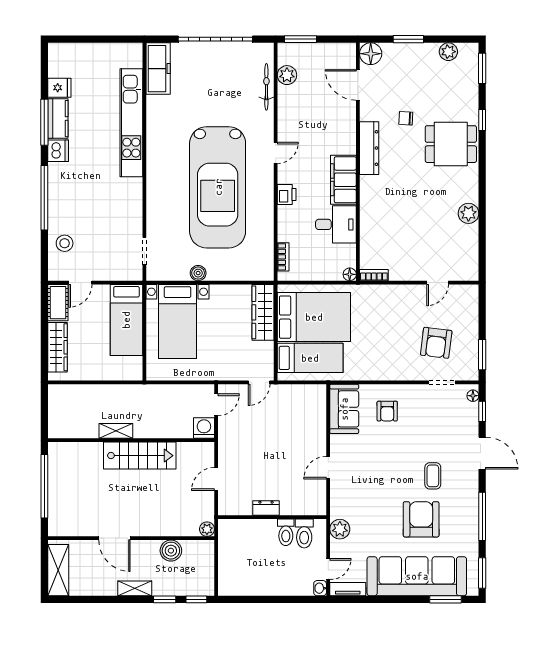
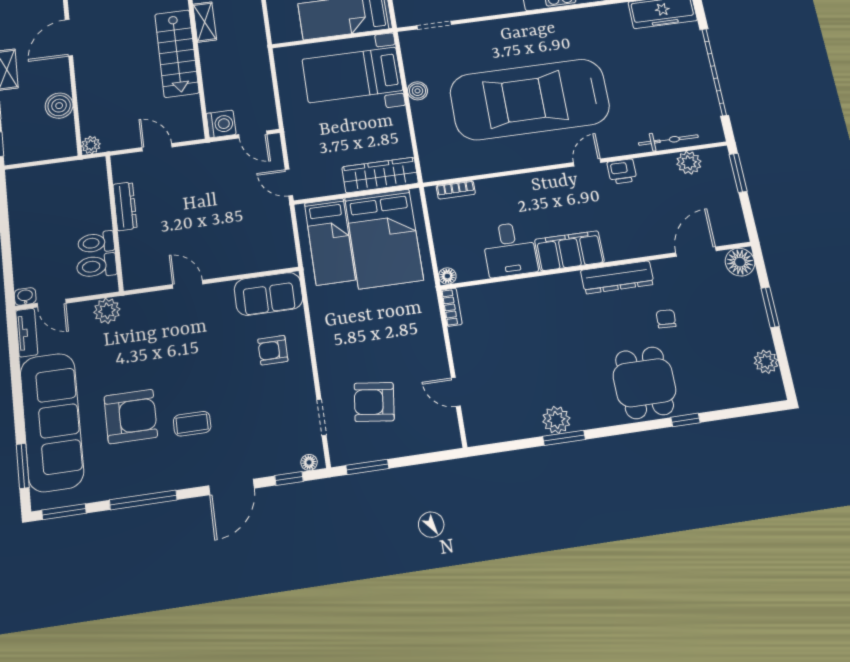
window: (482, 68) -> (564, 438), moved
door: (276, 153) -> (587, 163), swing flipped
printer: (287, 195) -> (622, 171), moved
dresser: (266, 508) -> (125, 206), width x1.44

